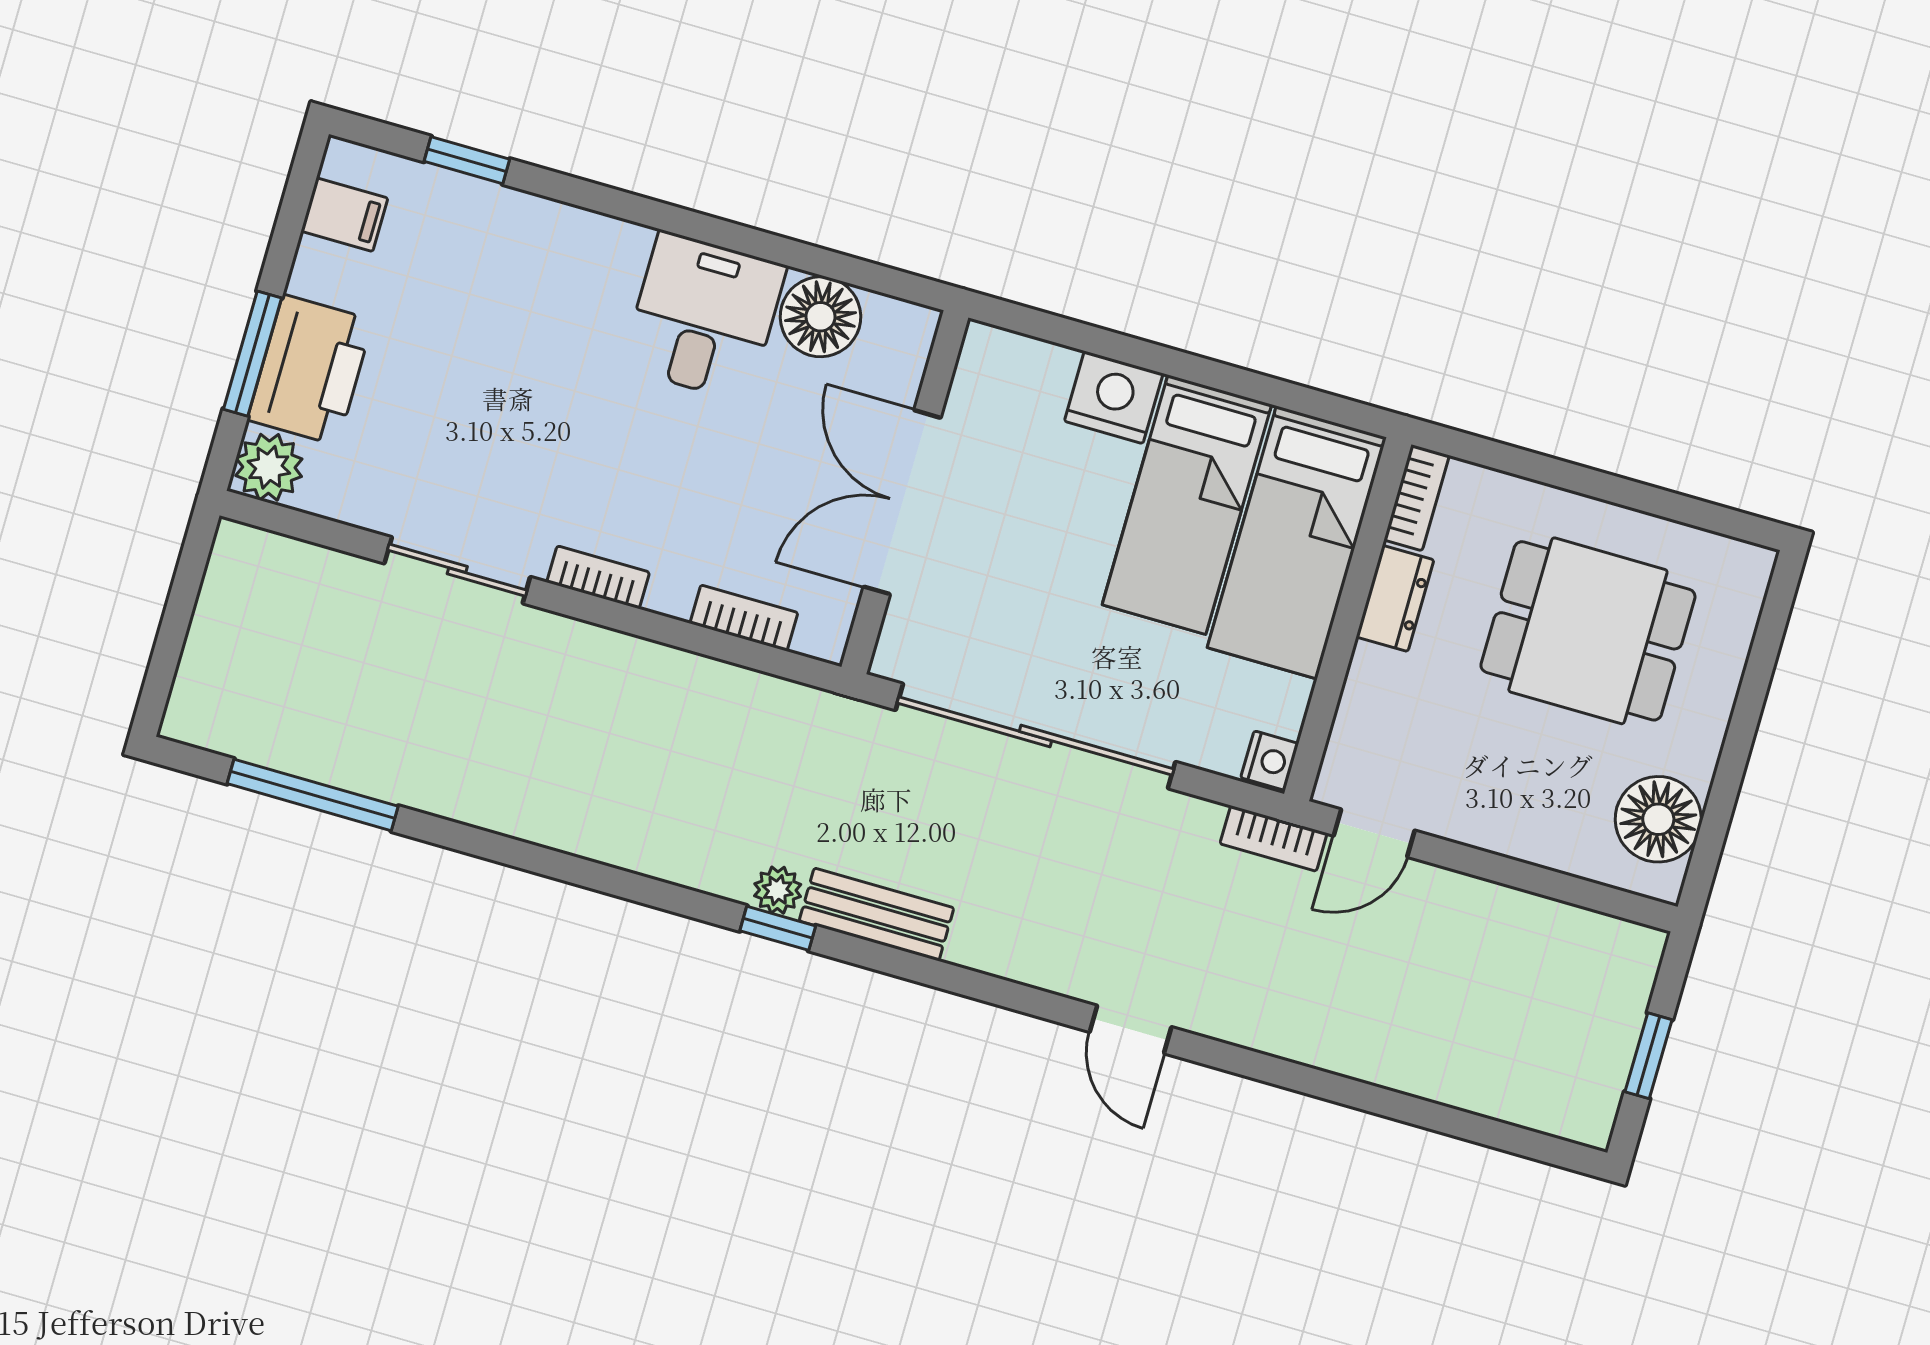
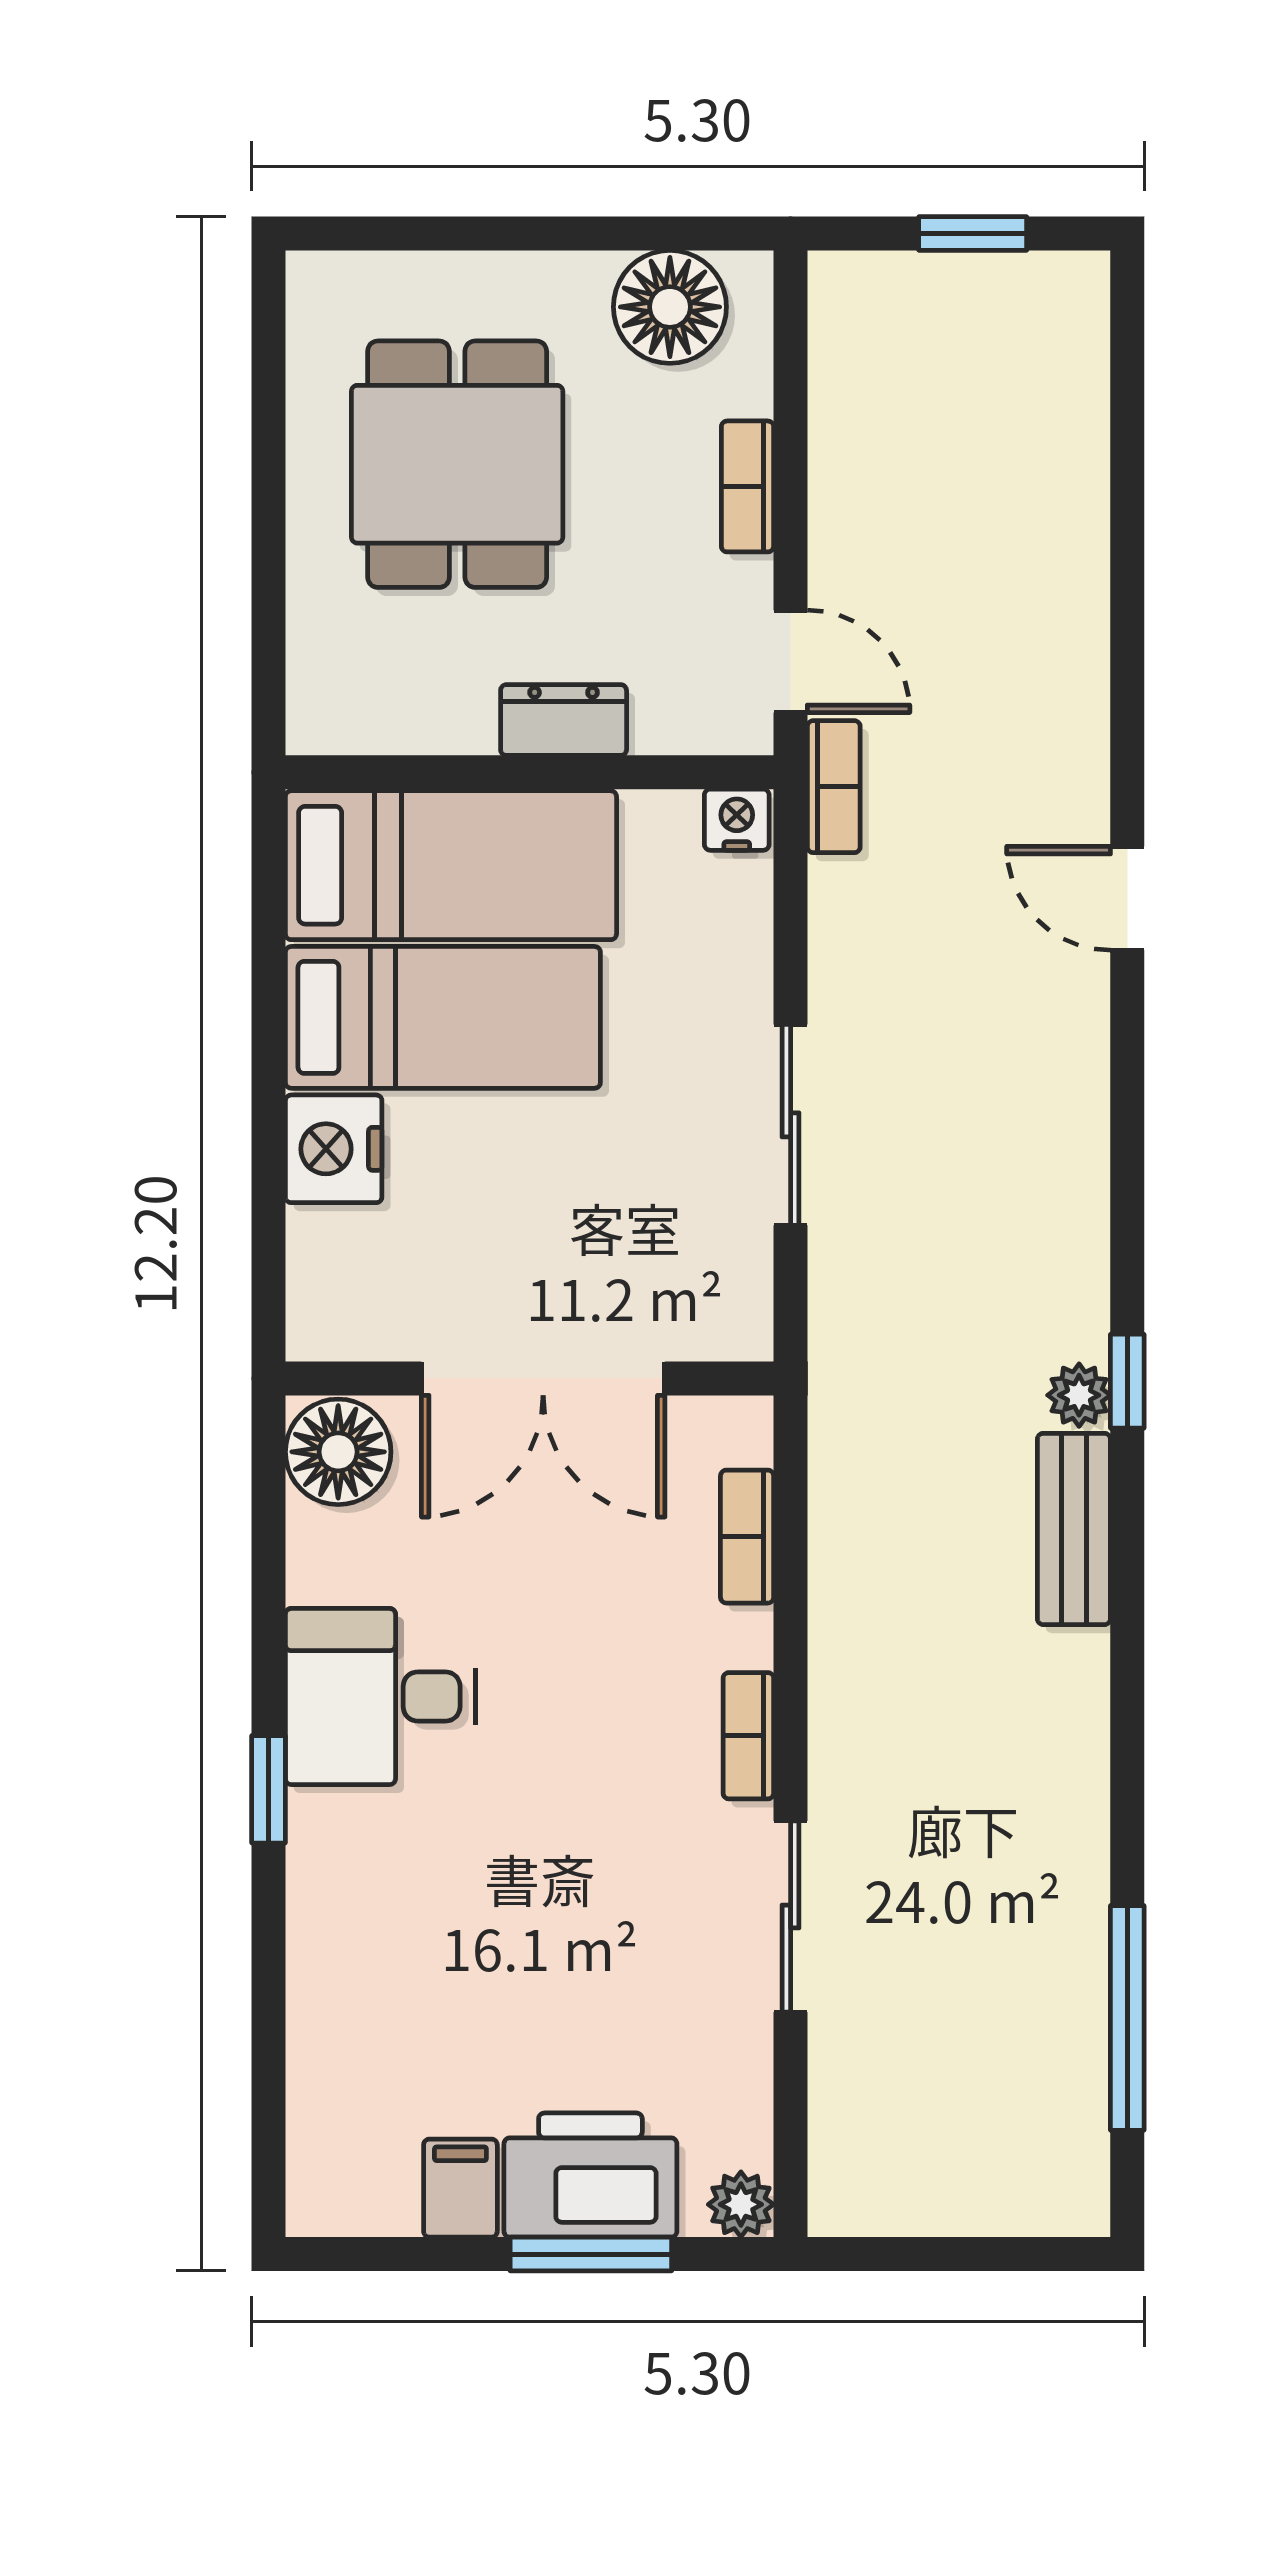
window: (467, 160) -> (269, 1789), moved
filing cabinet: (344, 215) -> (460, 2188), moved
floor lamp: (820, 317) -> (338, 1452), moved
plant: (269, 467) -> (741, 2204), width x0.73, depth x0.73
bookcase: (1417, 498) -> (747, 486), moved, turned -90
dresser: (1395, 598) -> (564, 720), moved
sliding door: (1036, 736) -> (791, 1125), width x0.54
bench: (876, 914) -> (1074, 1529), moved
door: (1131, 1029) -> (1127, 898), swing flipped

